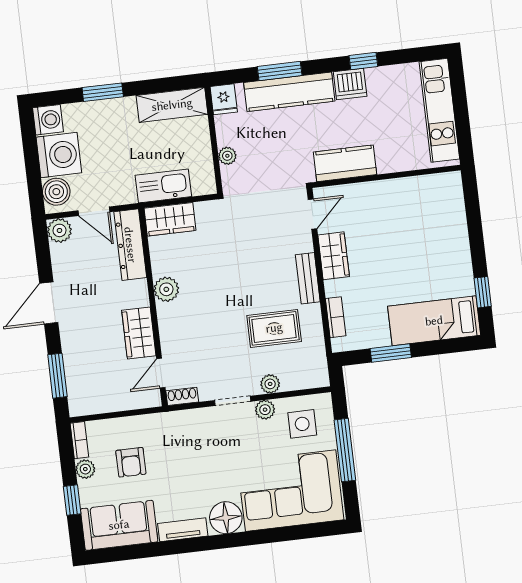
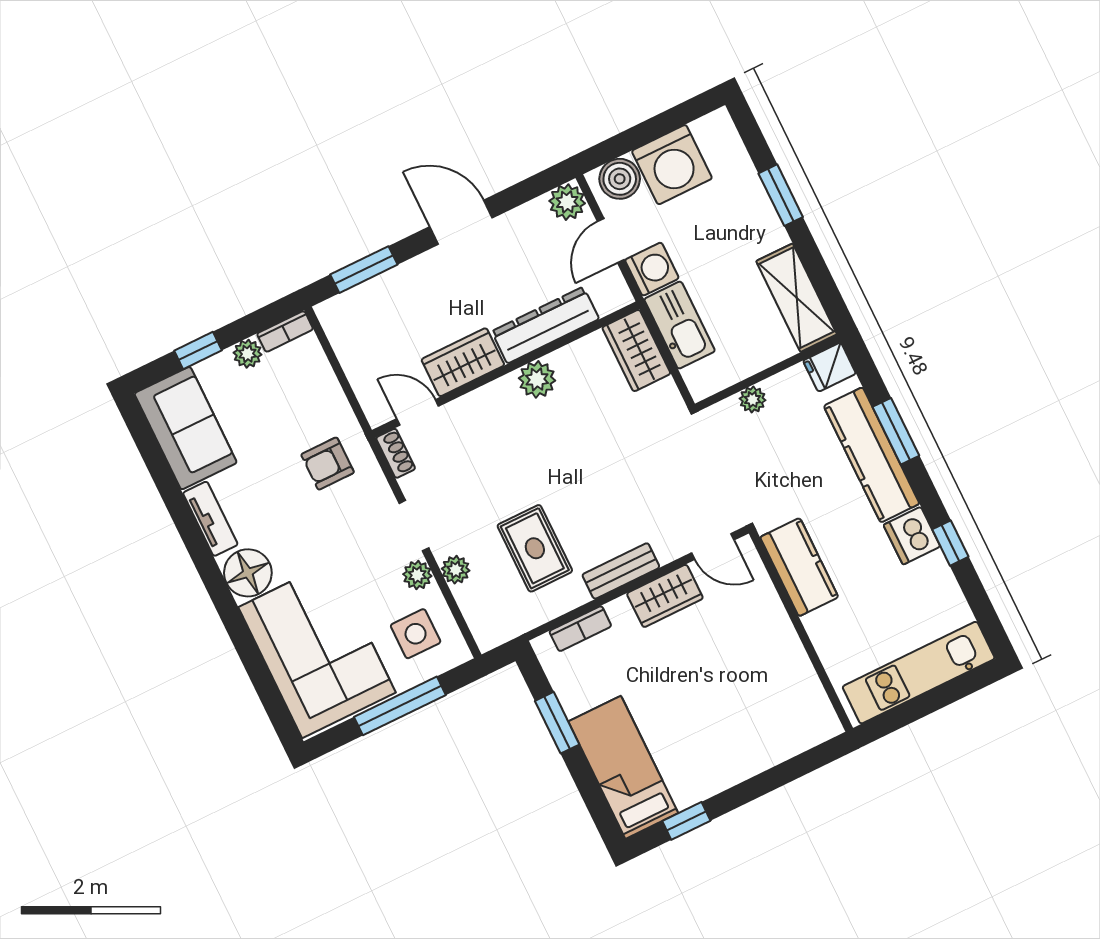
washing machine: (48, 120) -> (652, 269), moved, turned -90
dresser: (130, 245) -> (545, 325), moved
armchair: (131, 462) -> (328, 464), moved

